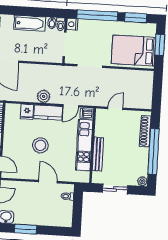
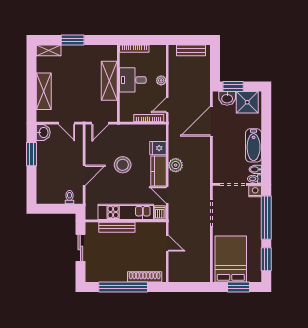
plant: (142, 181) -> (90, 277), removed

